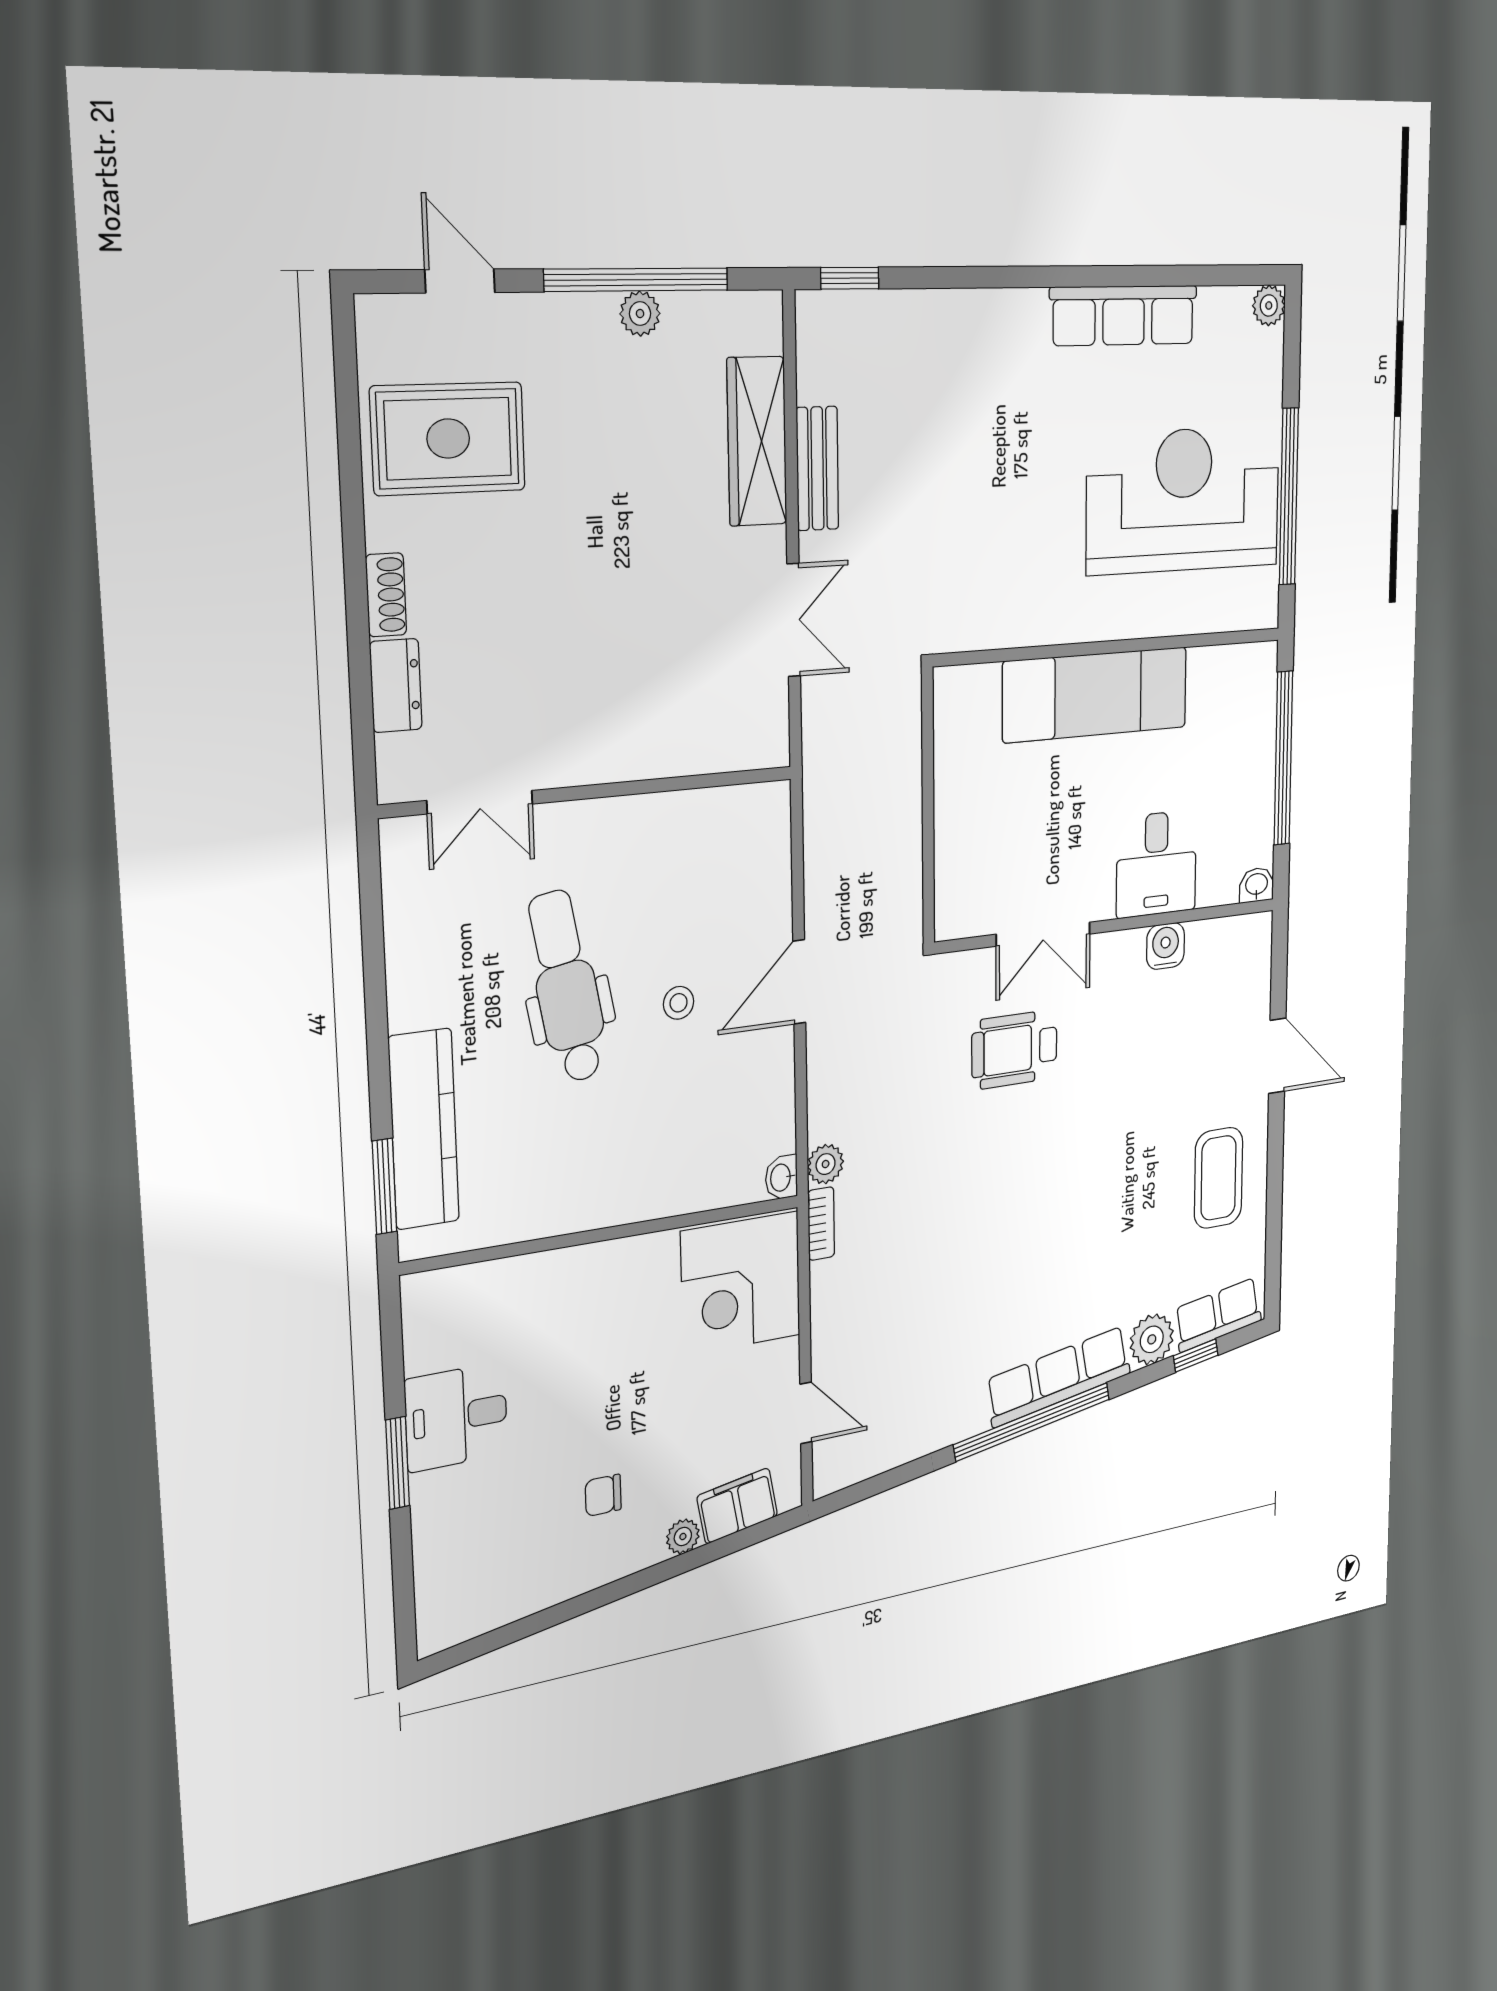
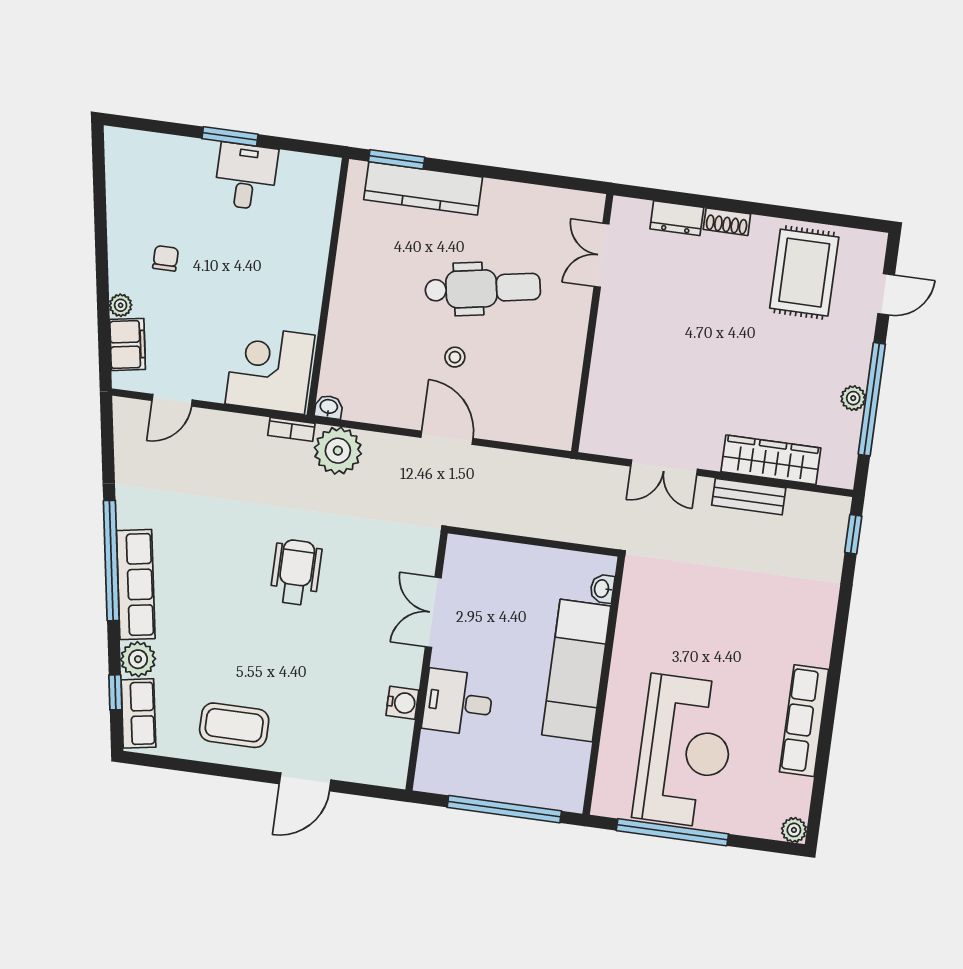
washbasin: (1257, 885) -> (602, 589), moved, turned 180
wheelchair: (1014, 1050) -> (296, 572), moved
plant: (826, 1164) -> (338, 451), width x1.88, depth x1.88

